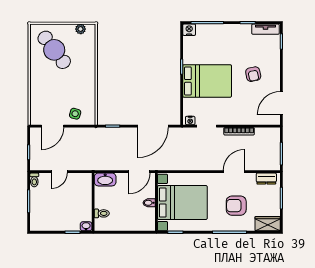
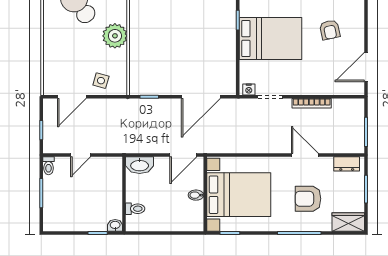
plant: (86, 79) -> (115, 36), added
door: (234, 172) -> (305, 155), hinge flipped

